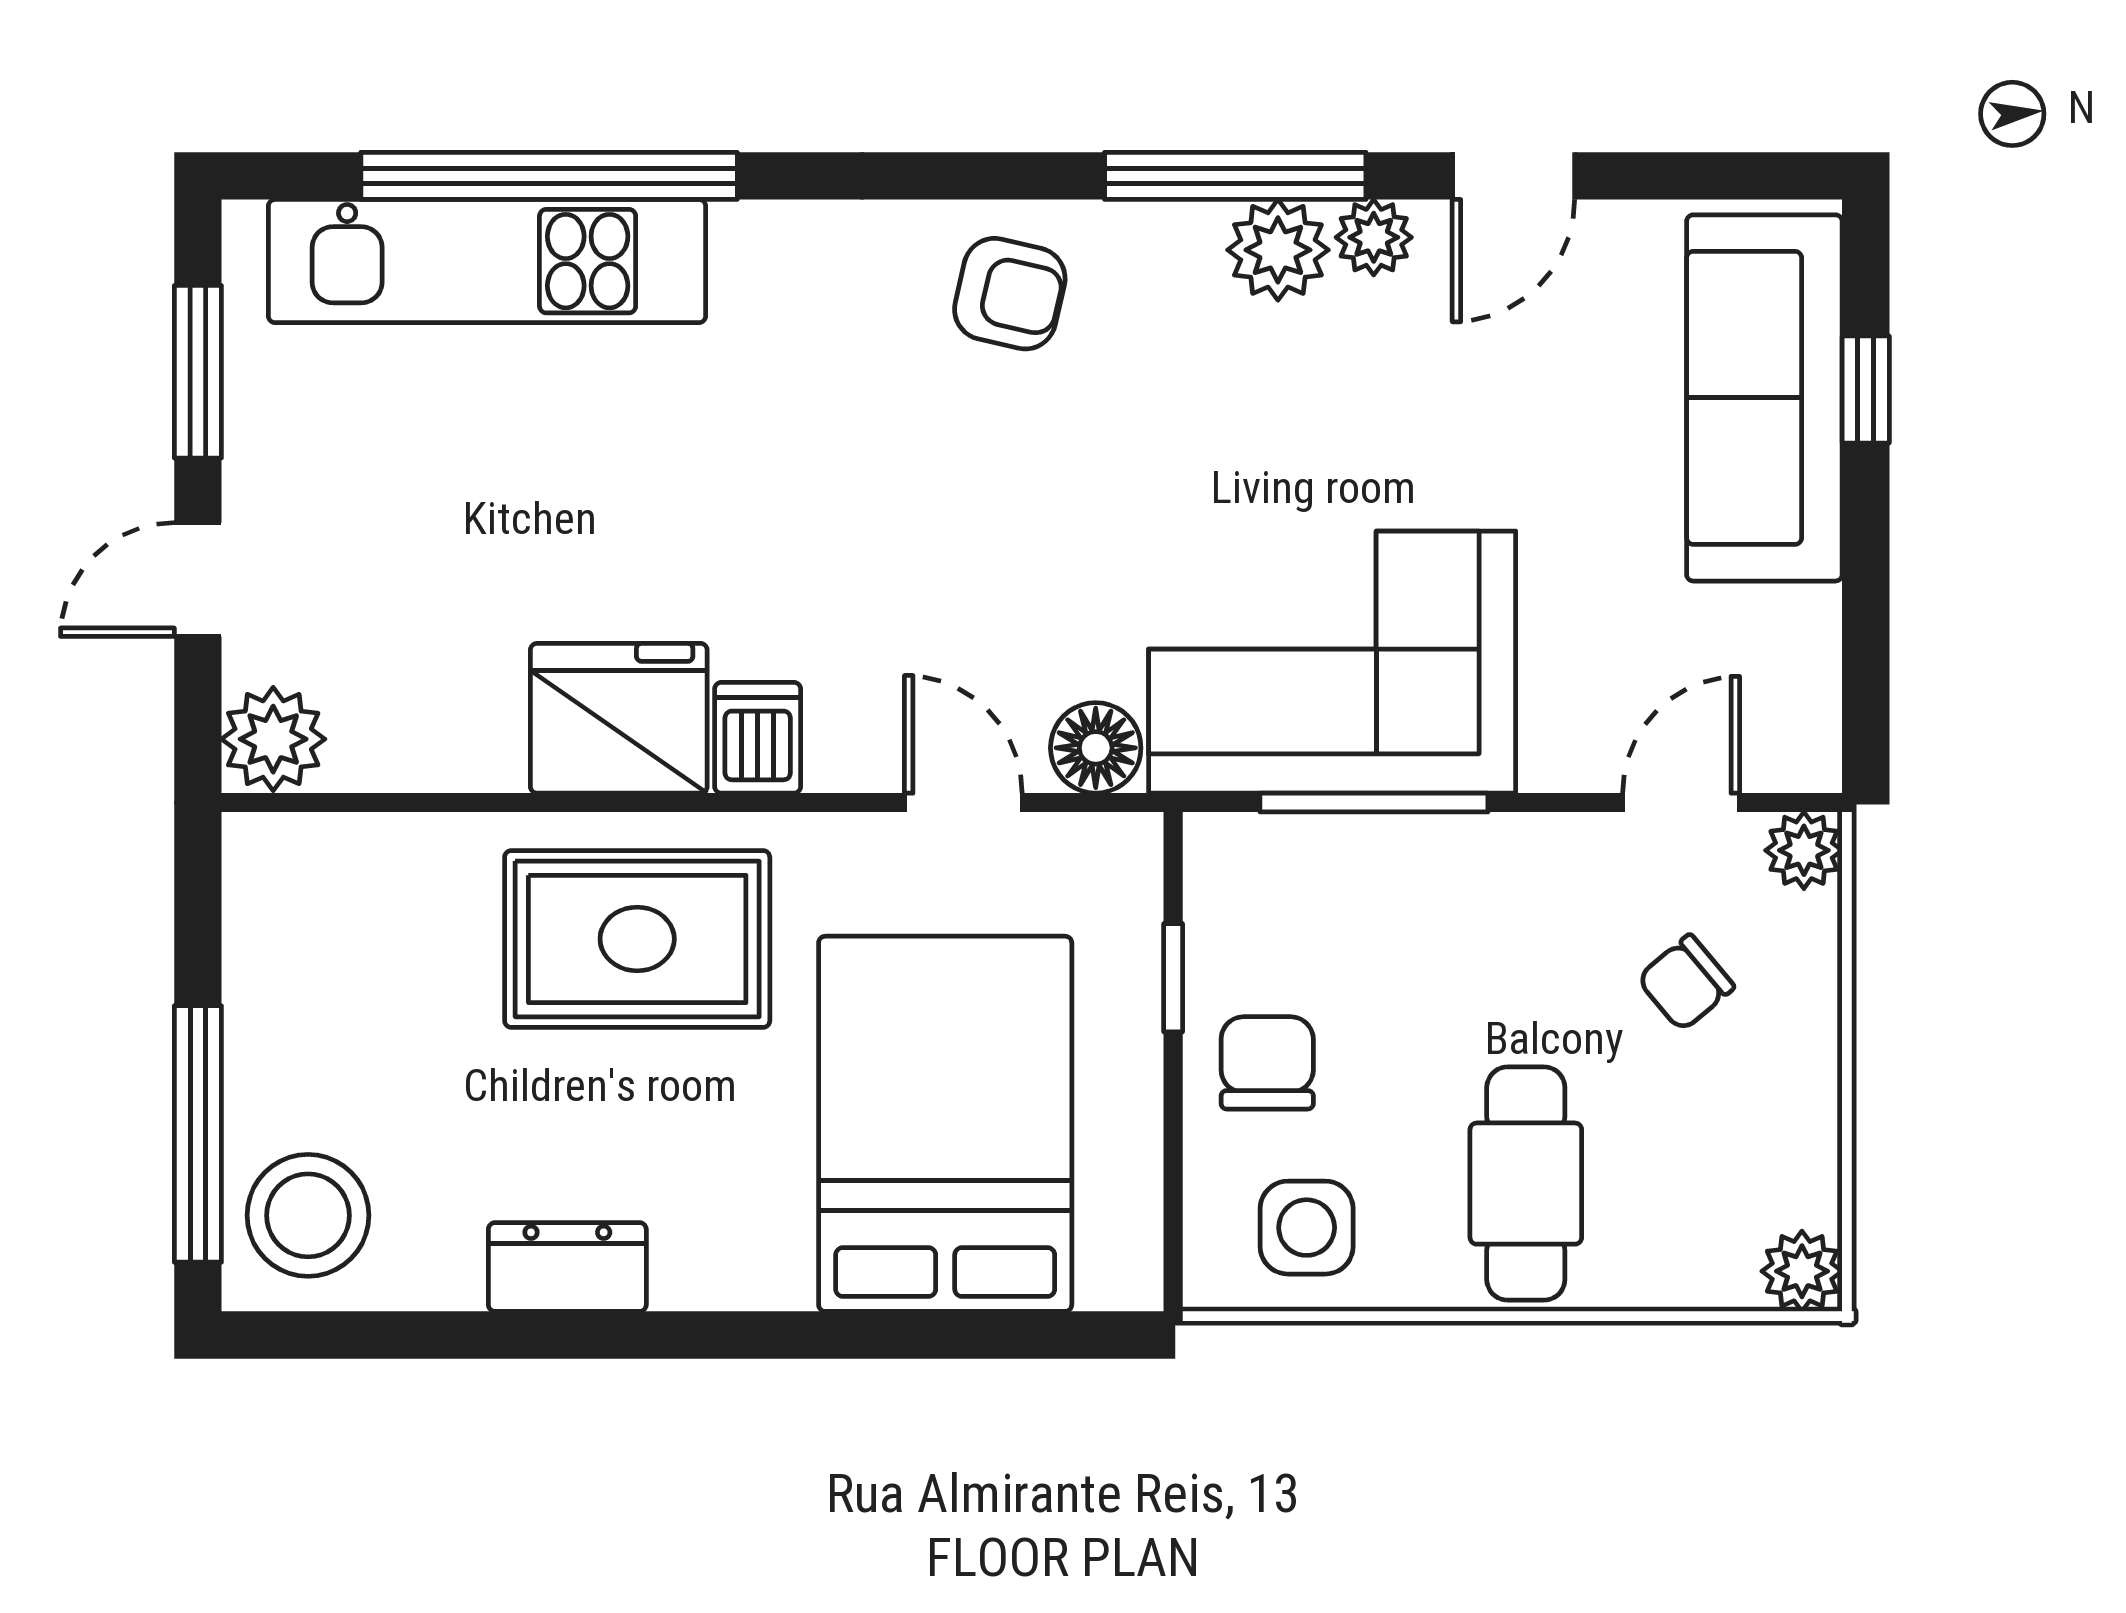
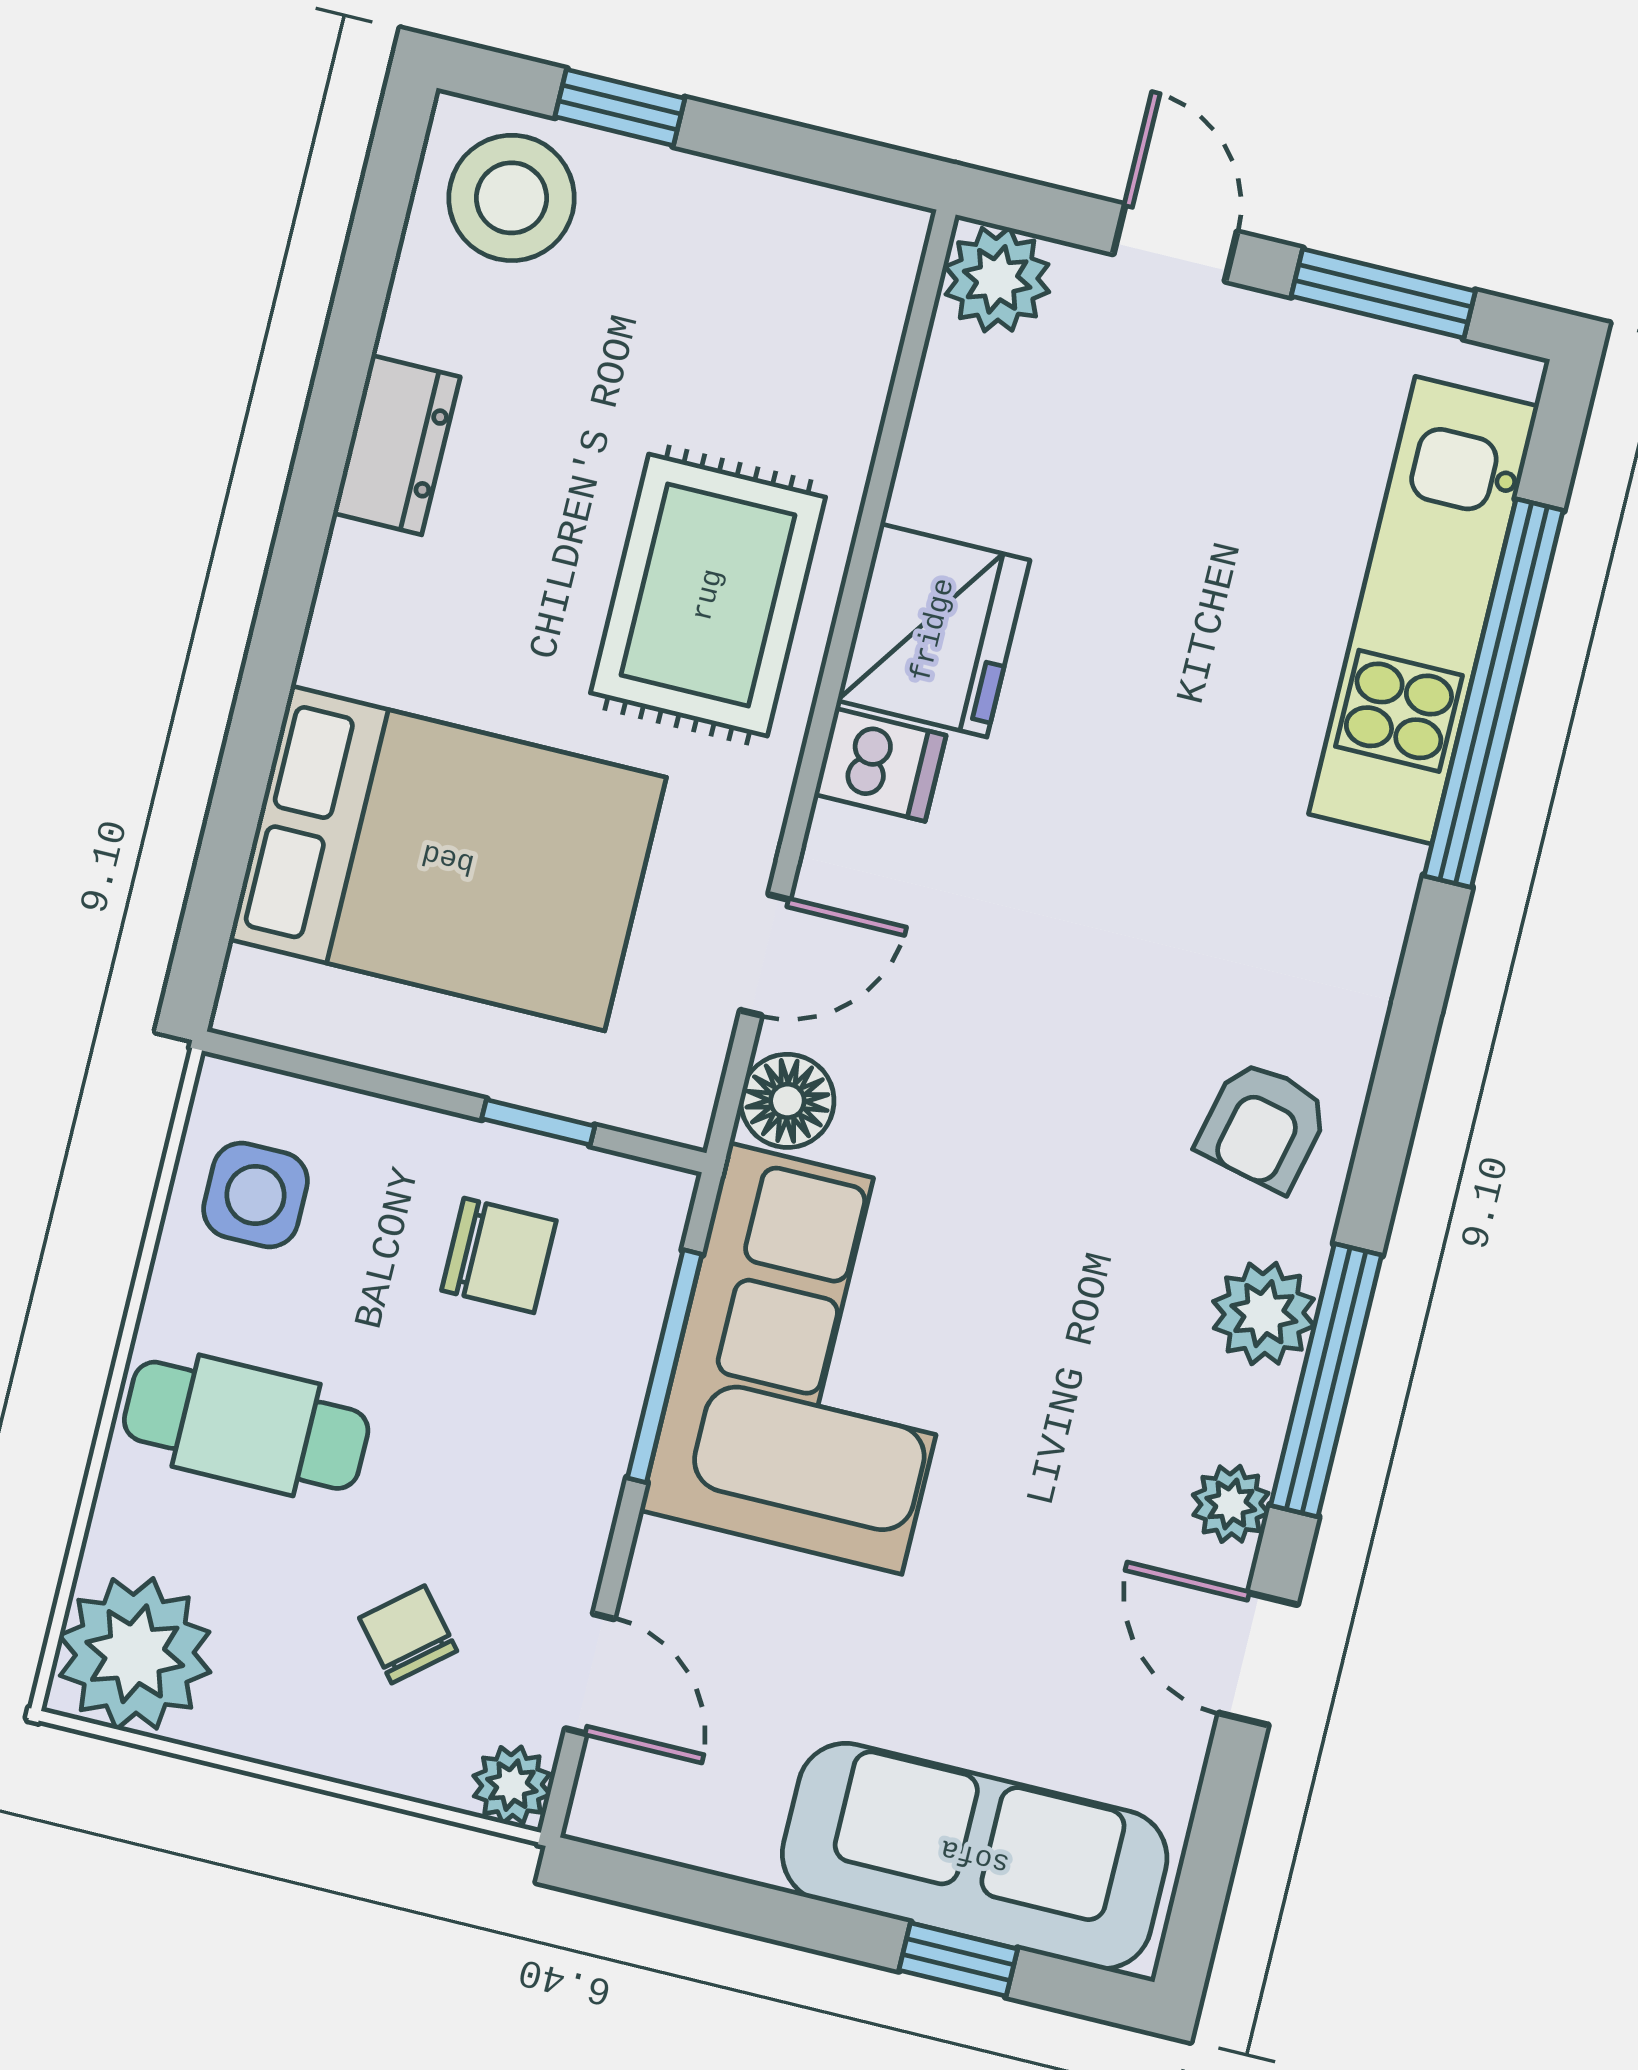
plant: (1278, 250) -> (1264, 1314), moved
chair: (1267, 1063) -> (499, 1255), moved
window: (198, 1134) -> (620, 107), width x0.46
plant: (1802, 1271) -> (135, 1654), width x1.87, depth x1.87

